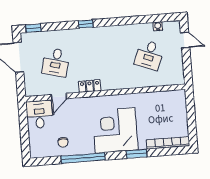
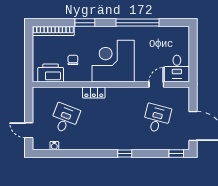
locker: (90, 86) -> (94, 92), moved
printer: (167, 100) -> (51, 73), added
corner desk: (115, 130) -> (113, 61), moved, turned 180
chair: (63, 142) -> (73, 60), moved

